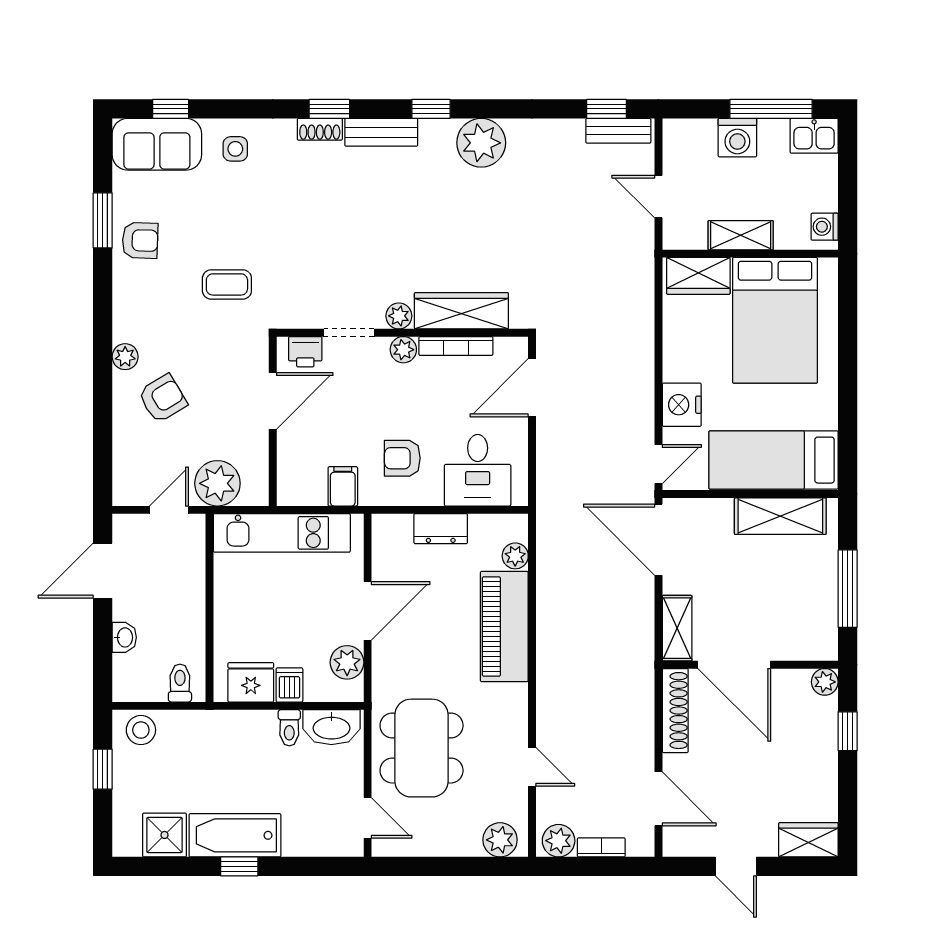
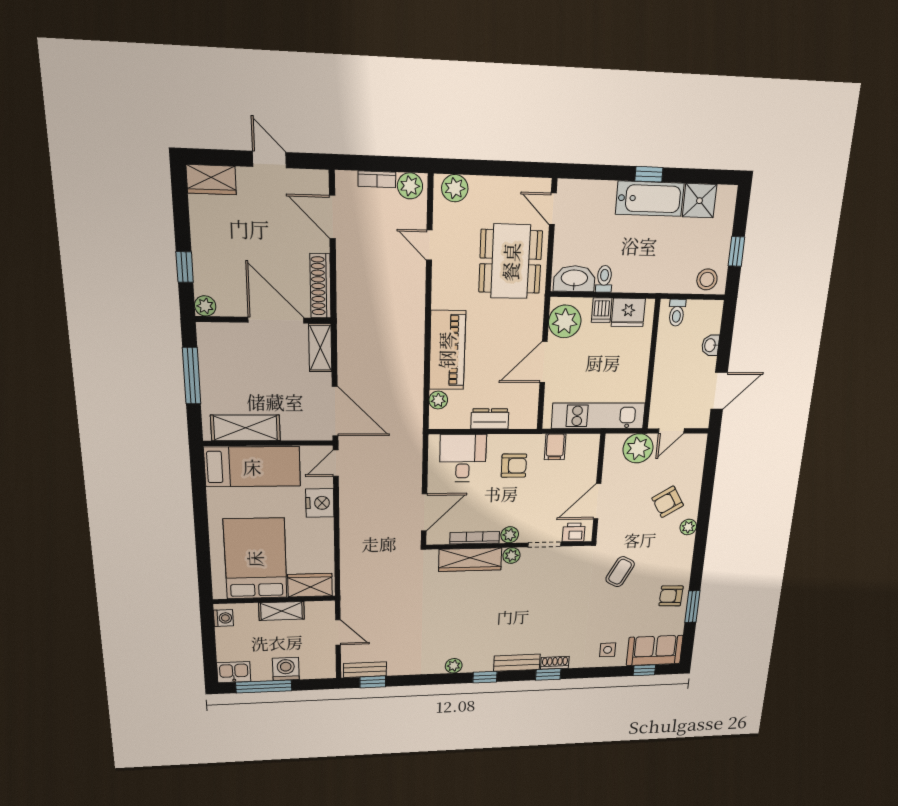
plant: (481, 143) -> (454, 666), width x0.53, depth x0.53
coffee table: (227, 284) -> (620, 572), turned -62
plant: (347, 662) -> (565, 321), width x1.36, depth x1.36

